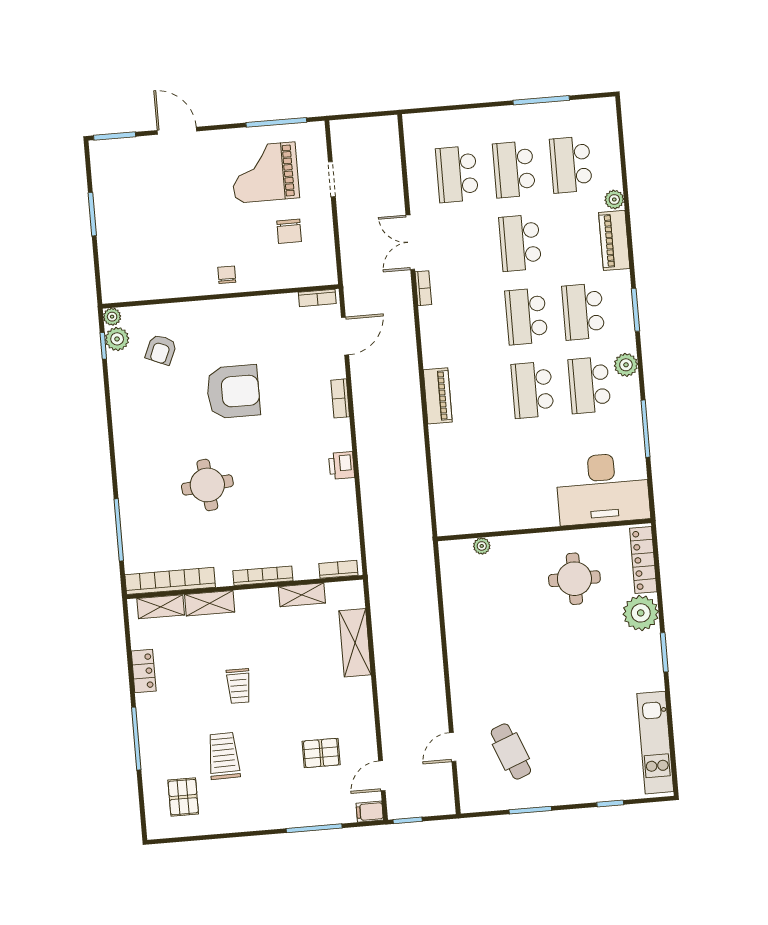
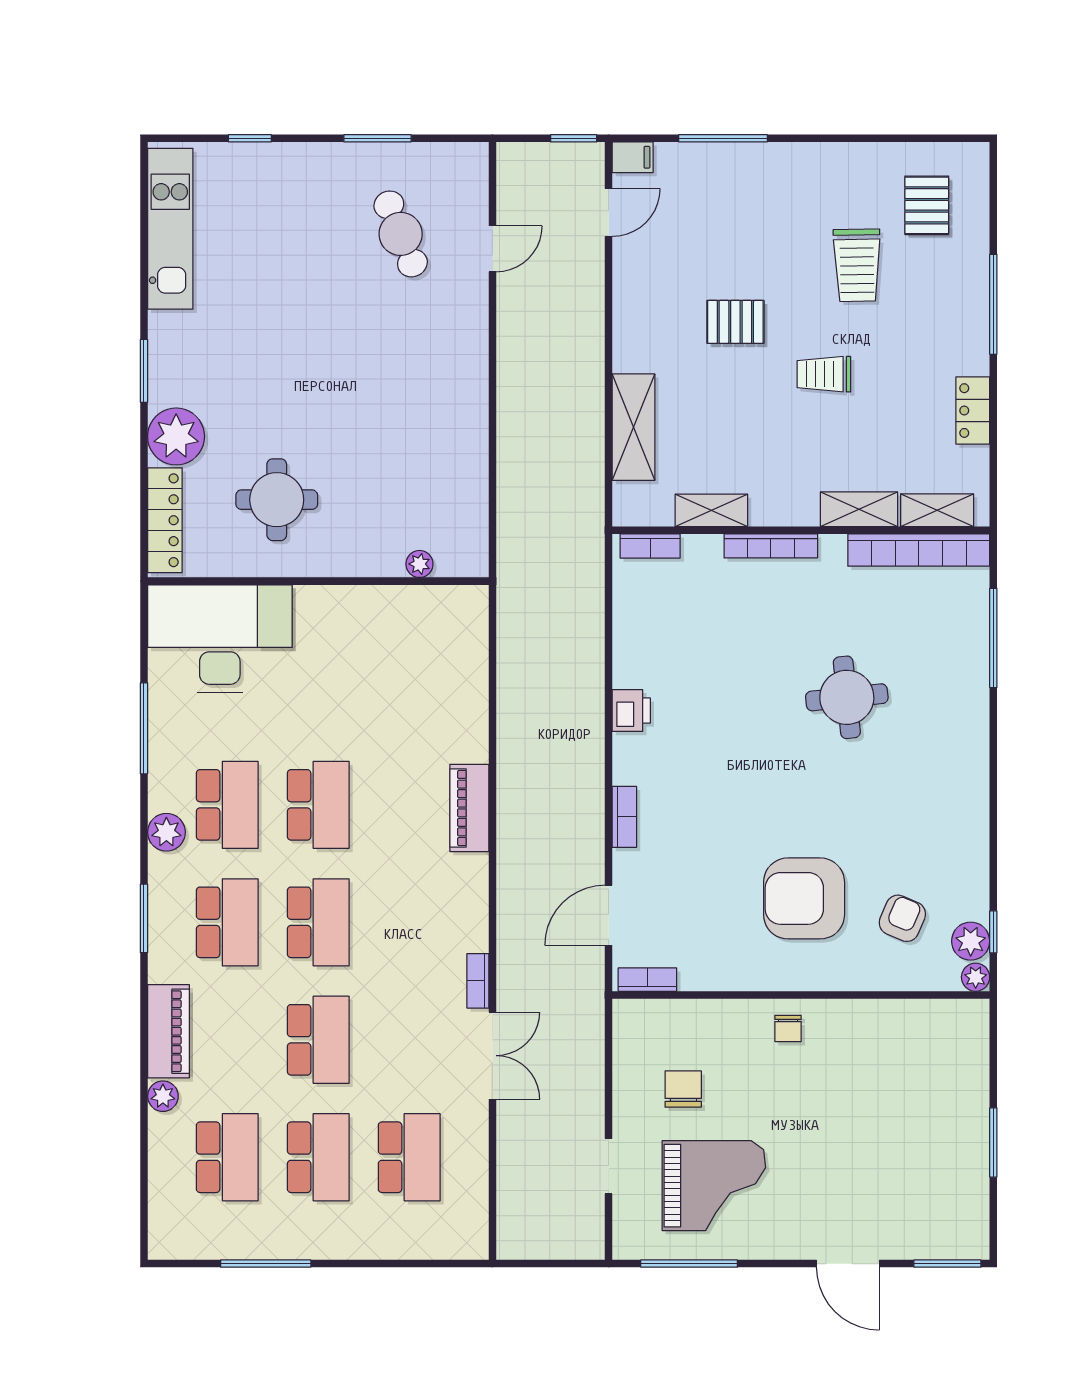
armchair: (233, 392) -> (804, 898), moved
trolley: (239, 686) -> (824, 374), turned -90
pallet: (321, 753) -> (735, 322), moved

